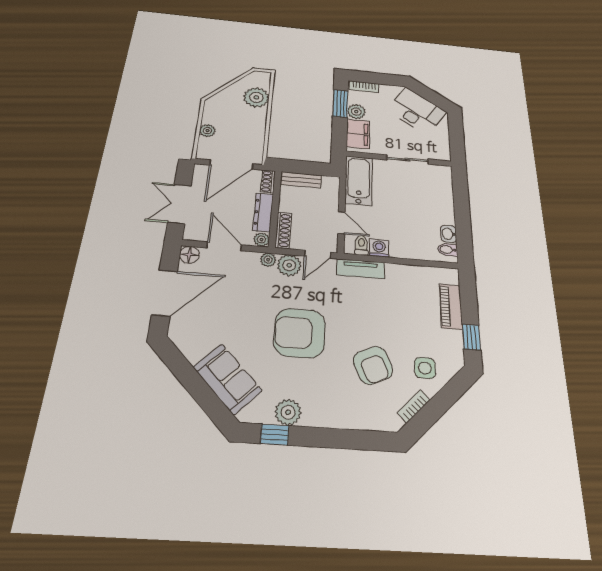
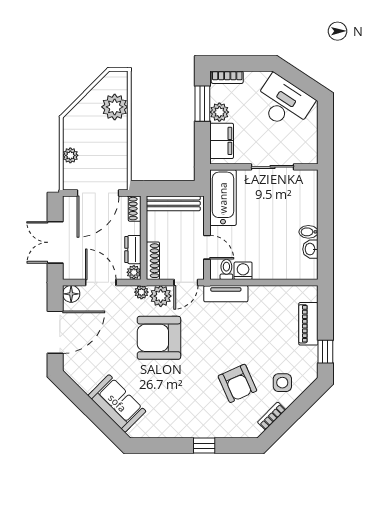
bench: (301, 180) -> (173, 203), width x1.36
dresser: (263, 212) -> (133, 250), width x0.70
bidet: (448, 250) -> (308, 232), moved
armchair: (300, 333) -> (159, 338), moved
plant: (288, 412) -> (168, 427), removed
window: (275, 435) -> (204, 446), moved

